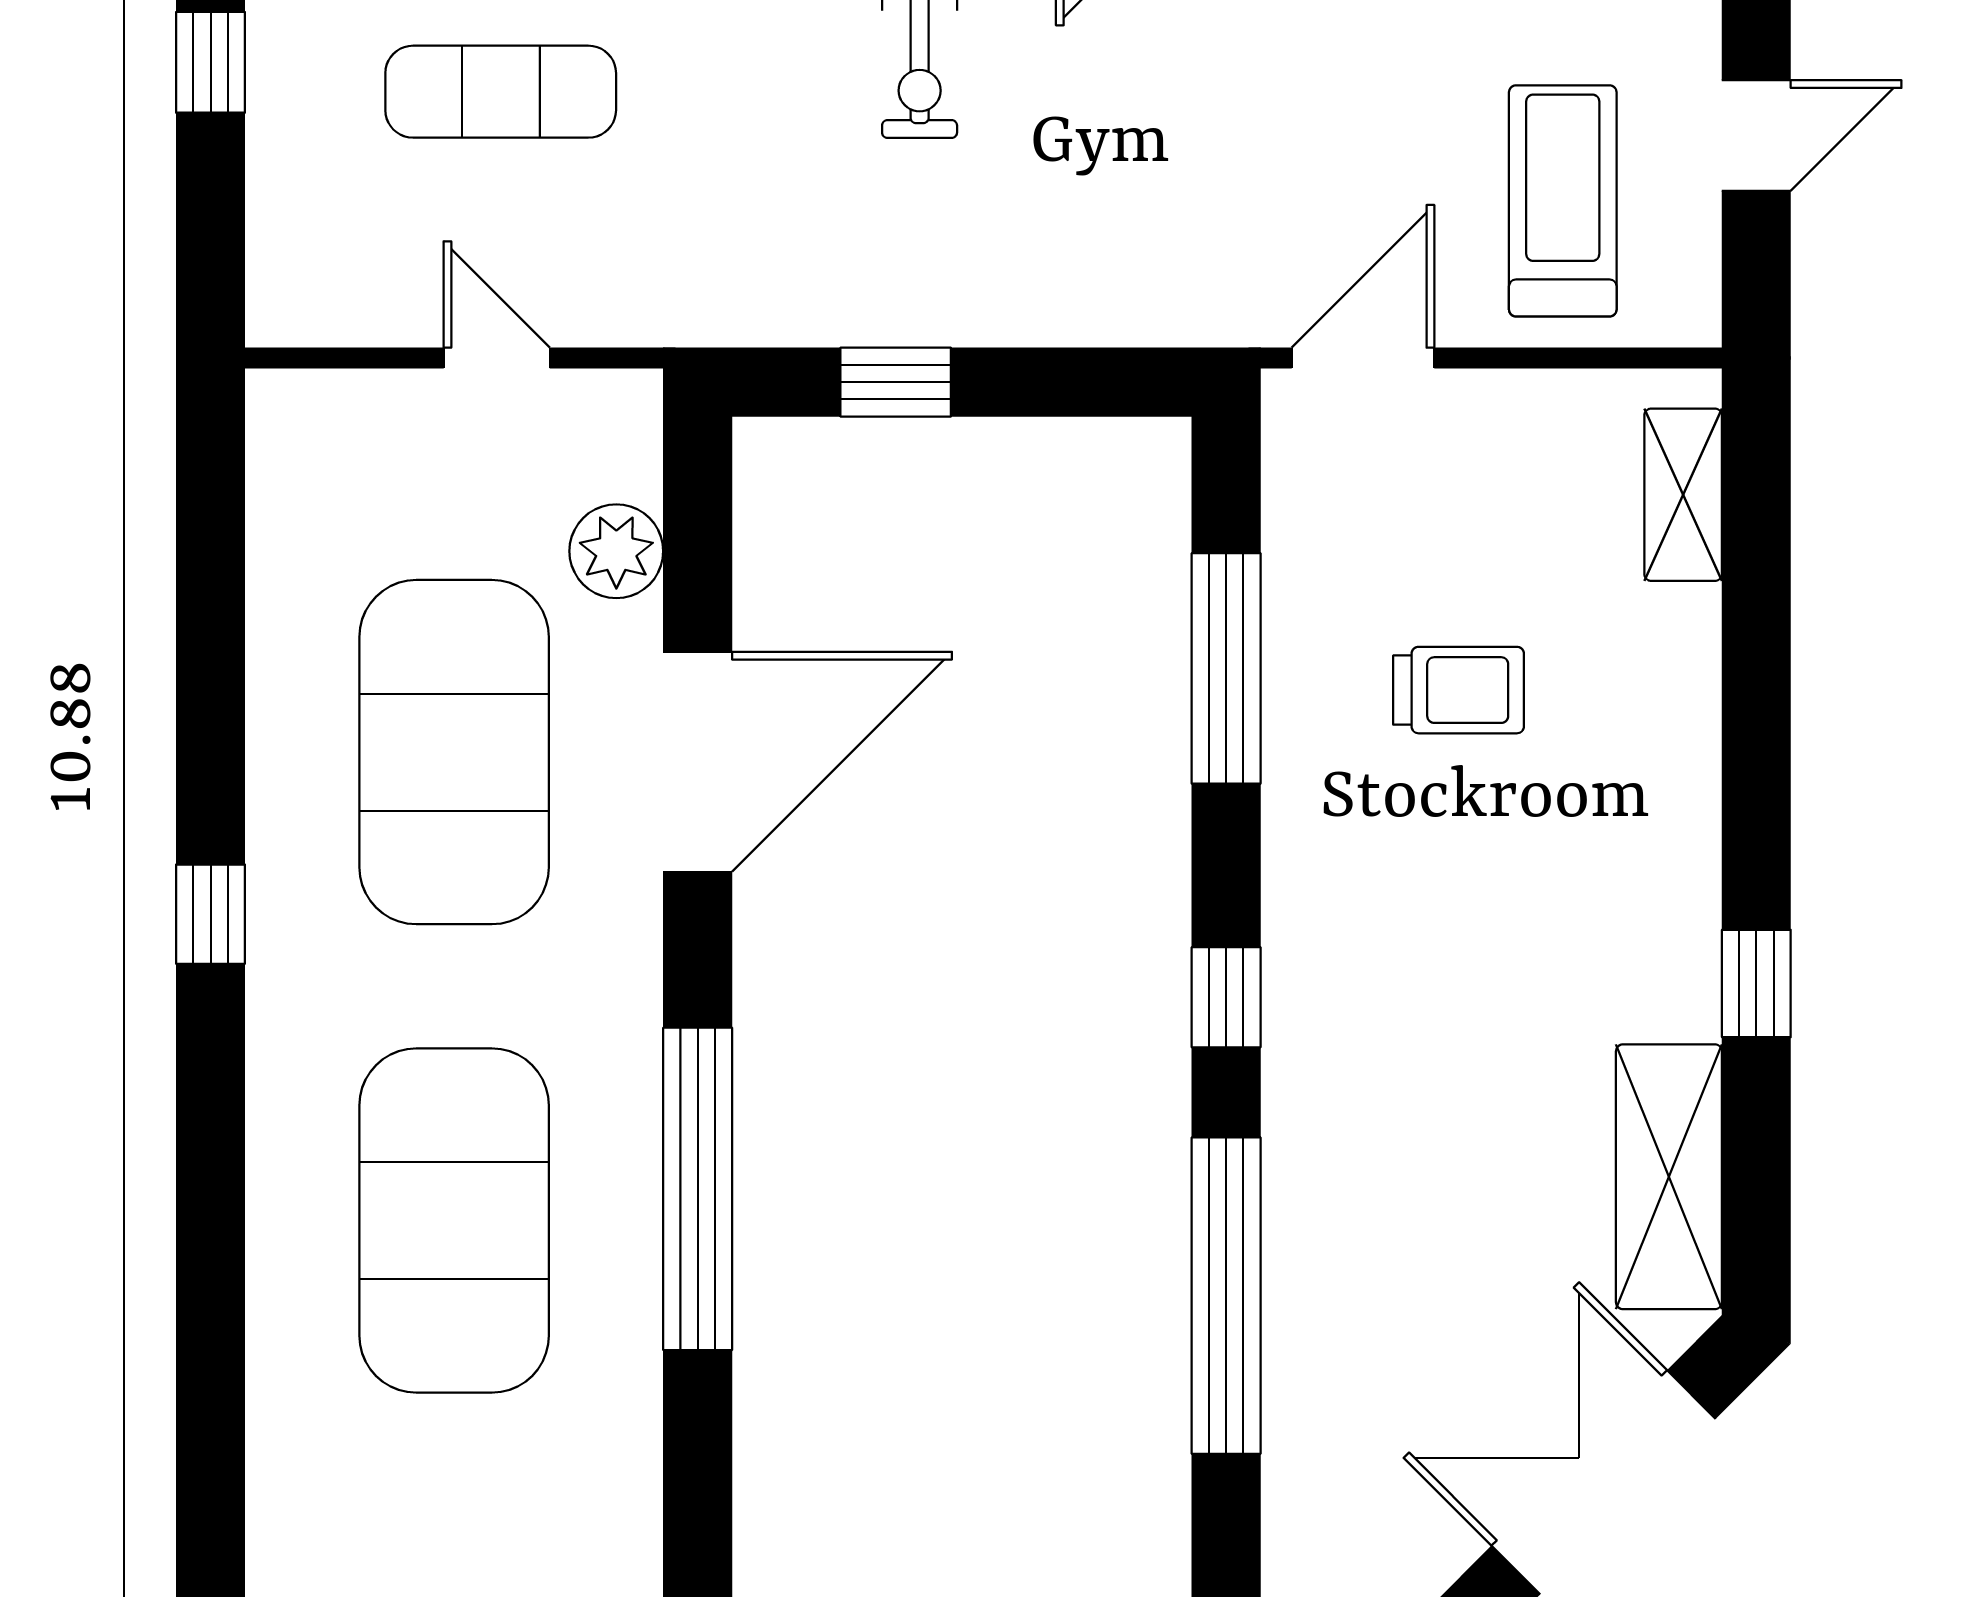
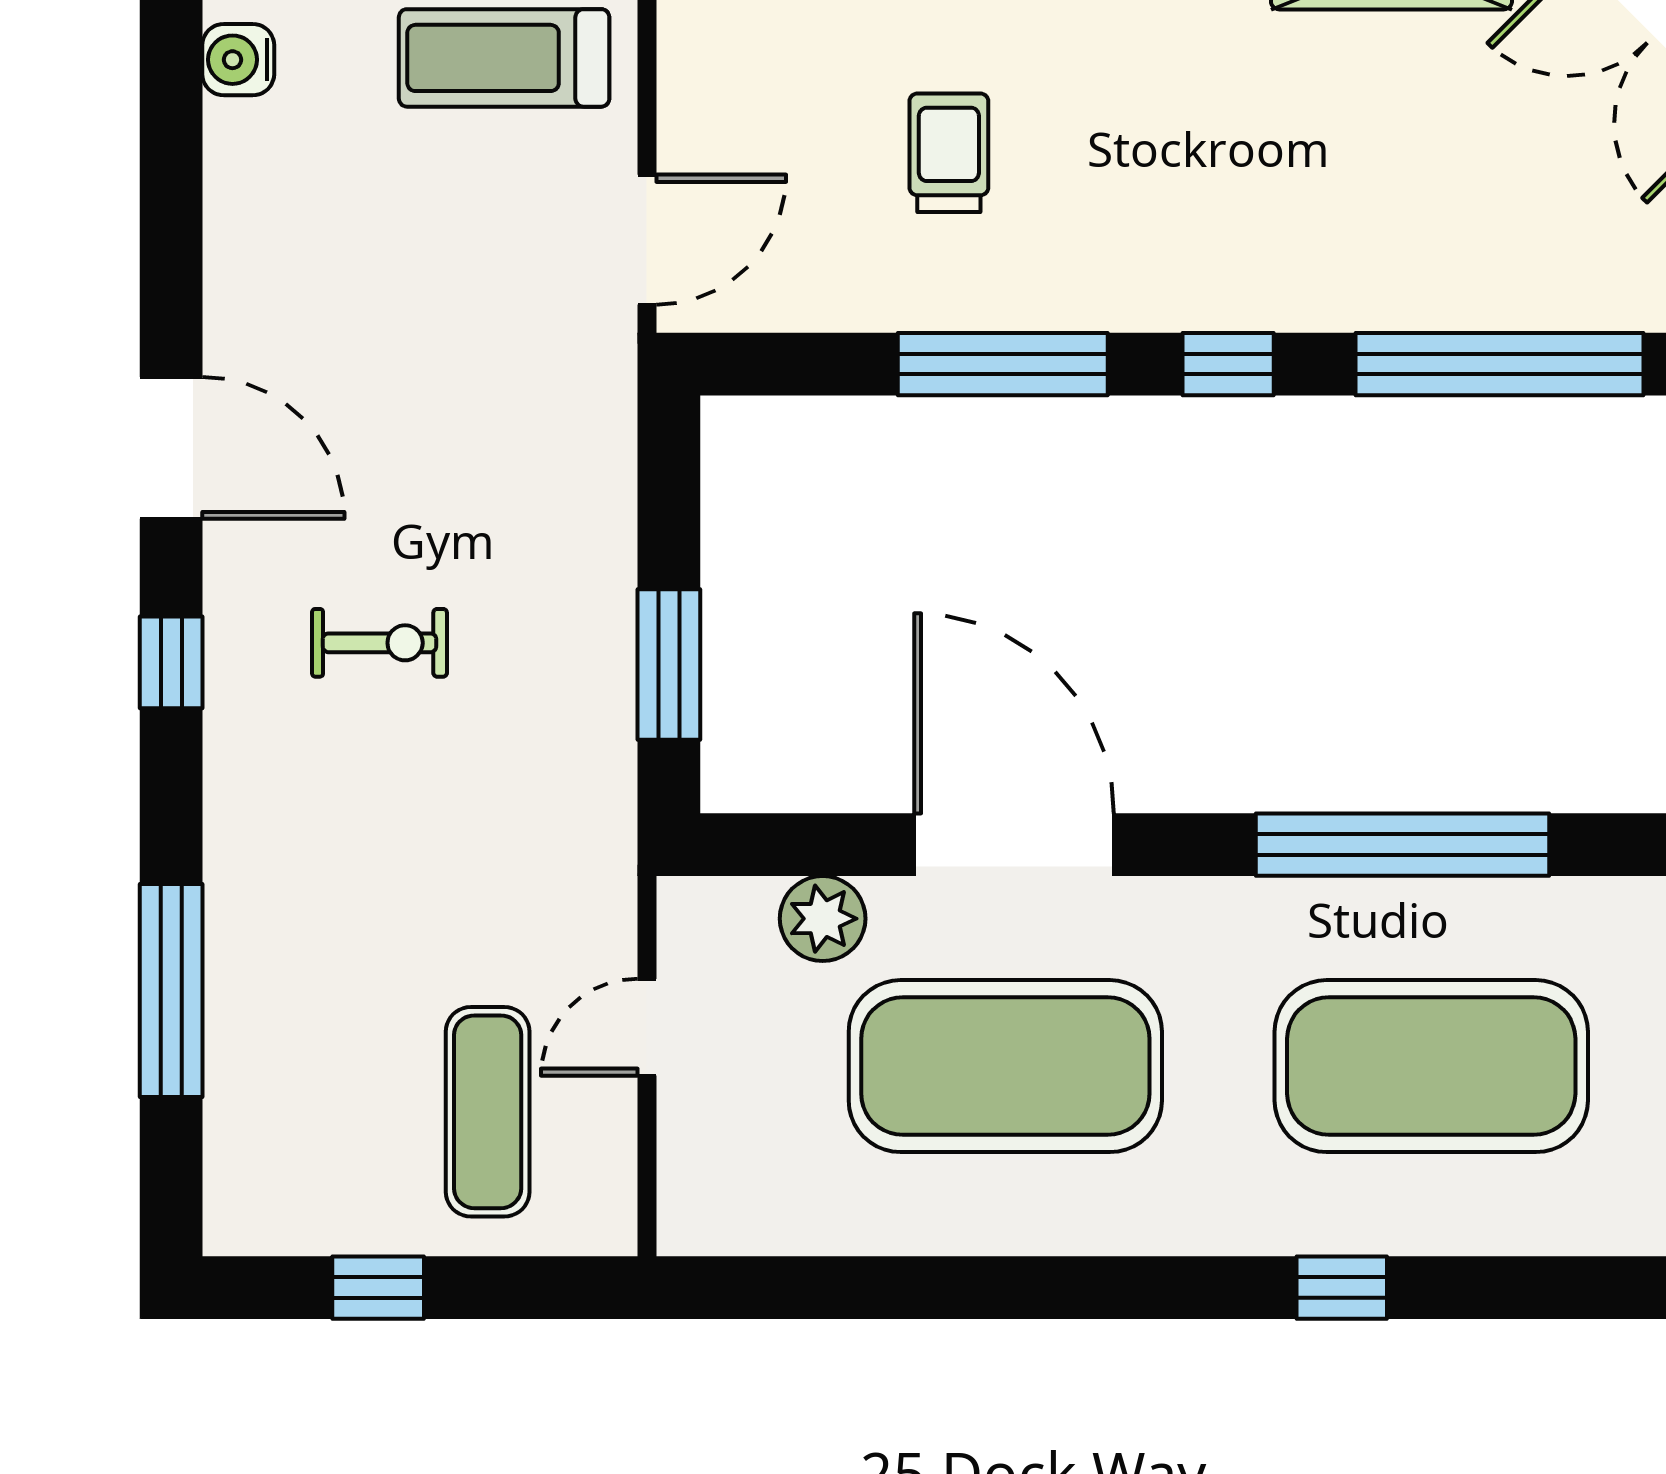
exercise mat: (501, 92) -> (488, 1112), moved
door: (1363, 358) -> (647, 240), swing flipped
window: (896, 382) -> (669, 665), width x1.50
window: (1226, 668) -> (1003, 364), moved
window: (211, 914) -> (1342, 1288), moved

